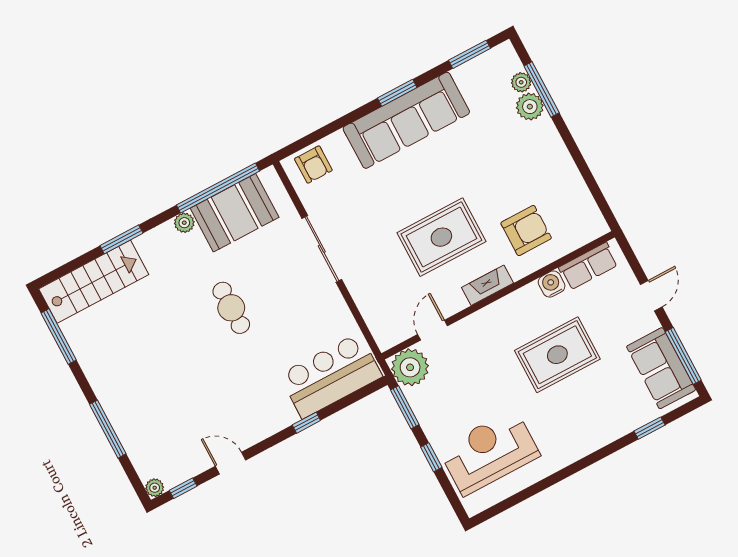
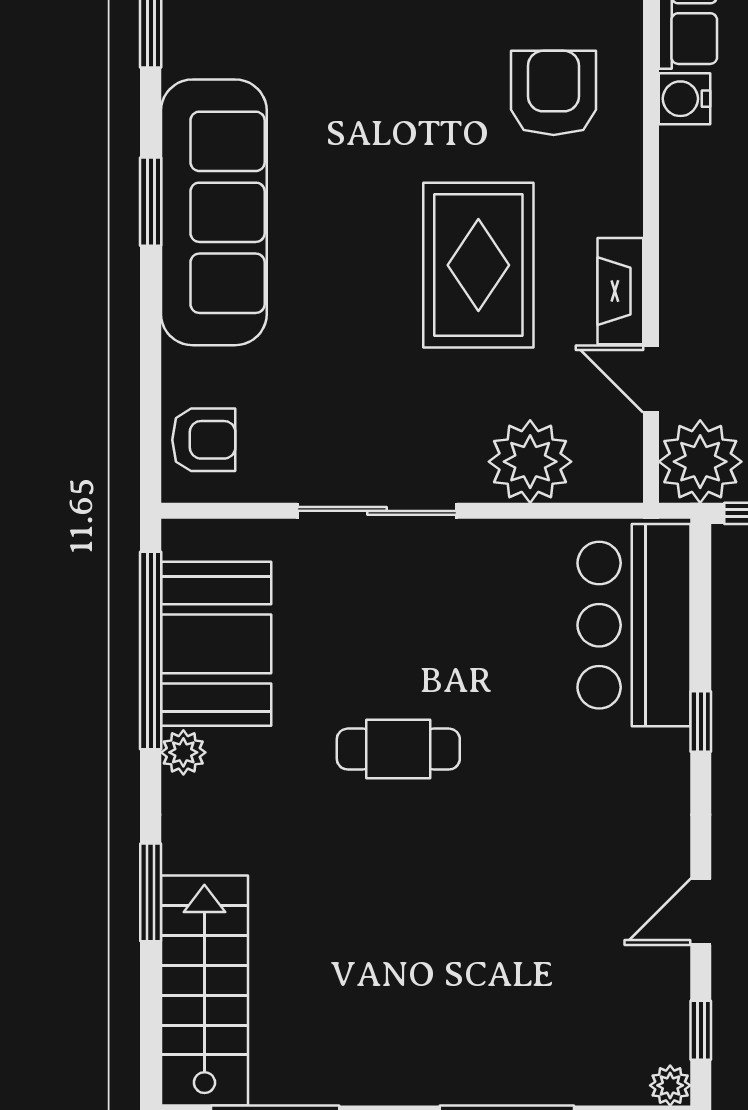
fireplace: (487, 285) -> (620, 291), moved
plant: (374, 299) -> (530, 462), added

